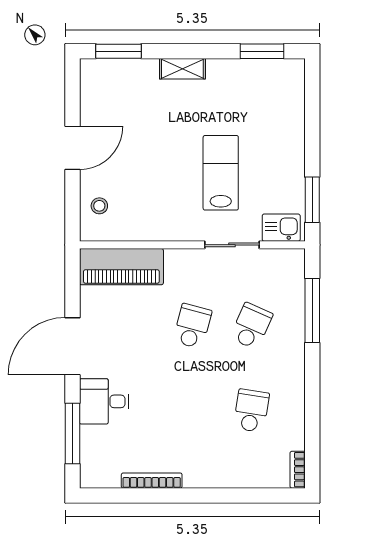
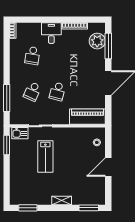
desk: (104, 401) -> (51, 33), moved, turned -90
plant: (98, 445) -> (97, 41), added

